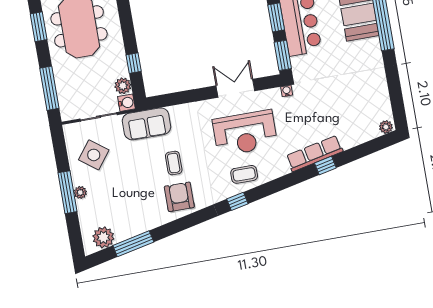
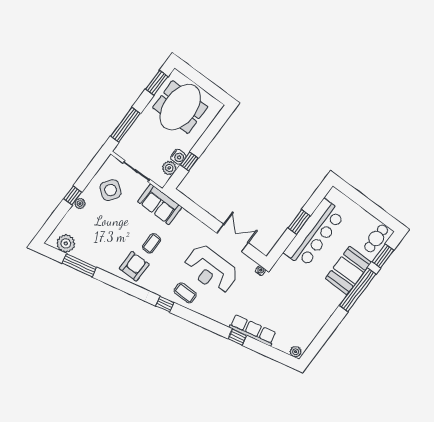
window: (283, 55) -> (280, 248), removed
water cooler: (126, 103) -> (178, 157), moved
row of seats: (315, 154) -> (253, 330), moved
window: (67, 192) -> (73, 196), width x0.46

